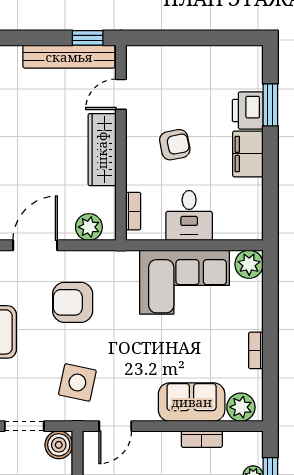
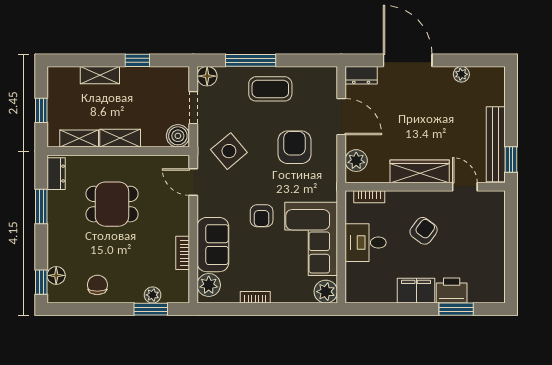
armchair: (175, 145) -> (424, 231), turned -132
armchair: (156, 343) -> (262, 216), added
side table: (77, 383) -> (229, 151), turned 38

